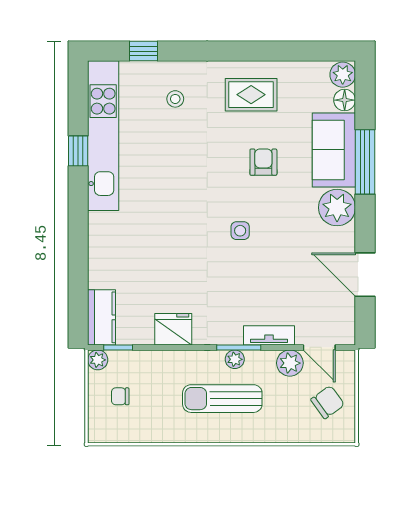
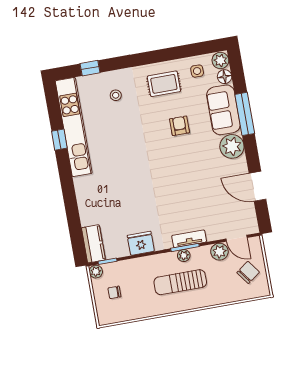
side table: (240, 231) -> (197, 71), moved
tv unit: (269, 335) -> (189, 239), moved

